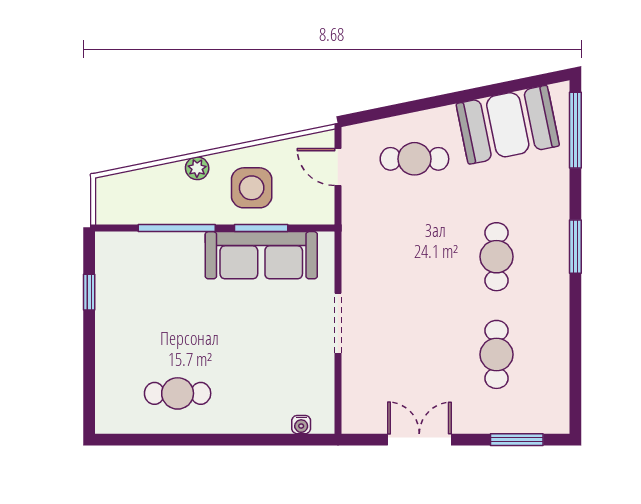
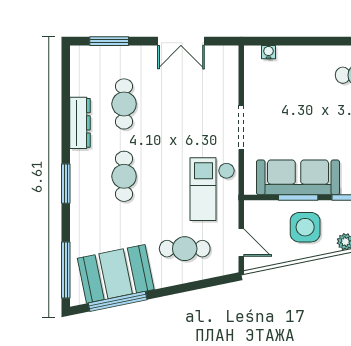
window: (505, 88) -> (118, 301), added
checkout: (377, 239) -> (212, 189), added
dresser: (556, 329) -> (80, 123), added

